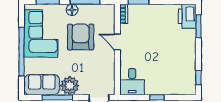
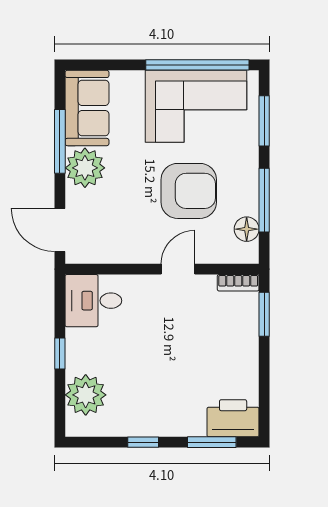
floor lamp: (72, 10) -> (247, 229), moved
window: (22, 52) -> (197, 65), moved
window: (198, 78) -> (143, 442), moved
plant: (176, 85) -> (86, 395), added

